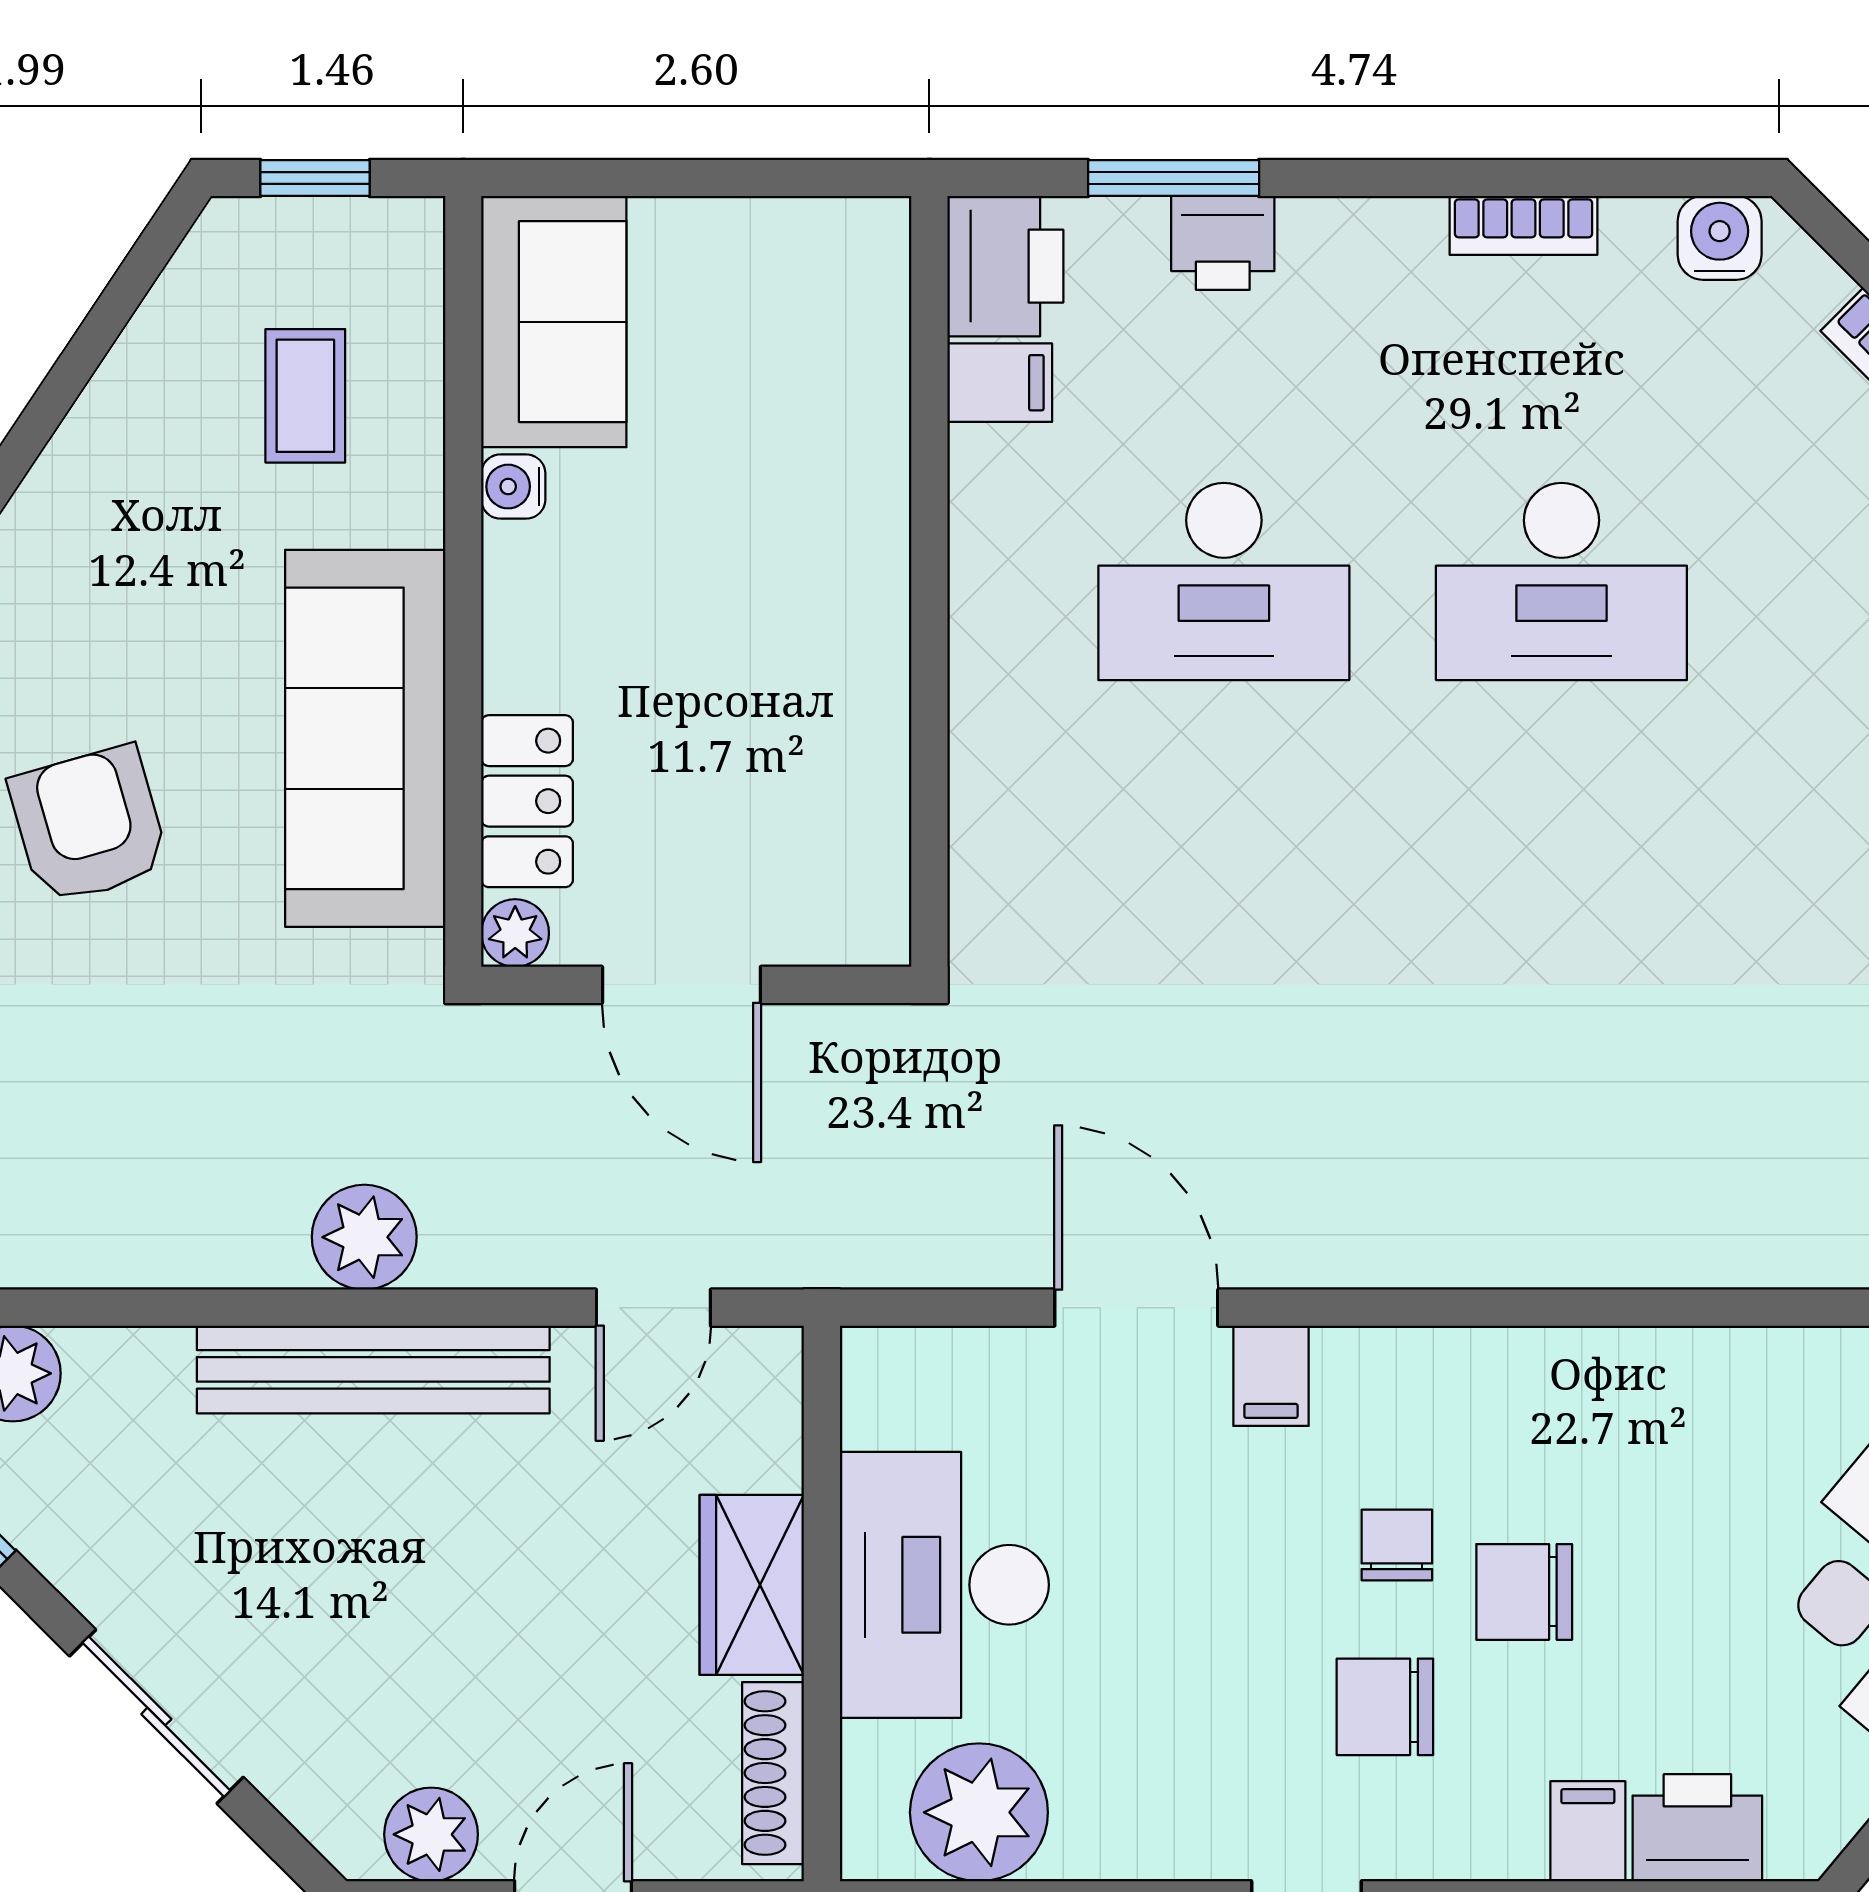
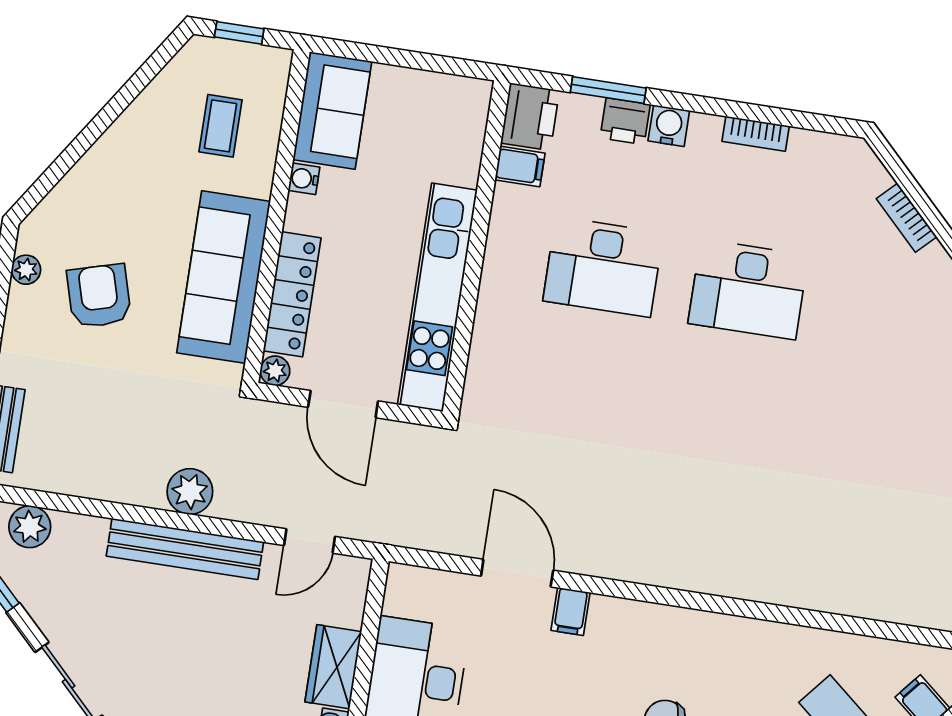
water cooler: (1720, 238) -> (669, 126), moved
kitchen unit: (858, 709) -> (437, 297), added
locker: (527, 801) -> (292, 294), width x1.53
chair: (1397, 1545) -> (613, 693), removed

